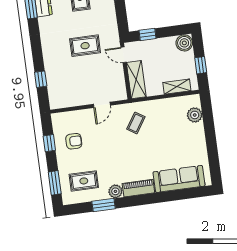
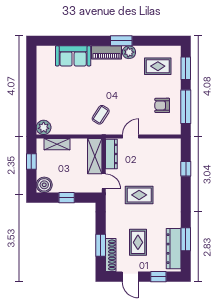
window: (148, 34) -> (67, 198), moved
dresser: (119, 84) -> (111, 154), added
plant: (195, 115) -> (44, 127), moved
window: (49, 143) -> (186, 107), width x2.17
sofa: (179, 179) -> (73, 56), width x0.73
window: (104, 205) -> (121, 41), moved

